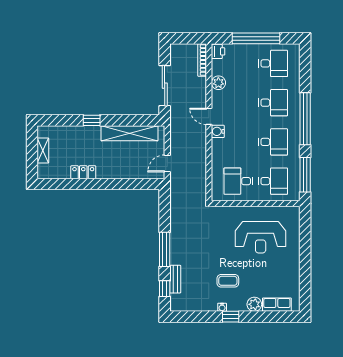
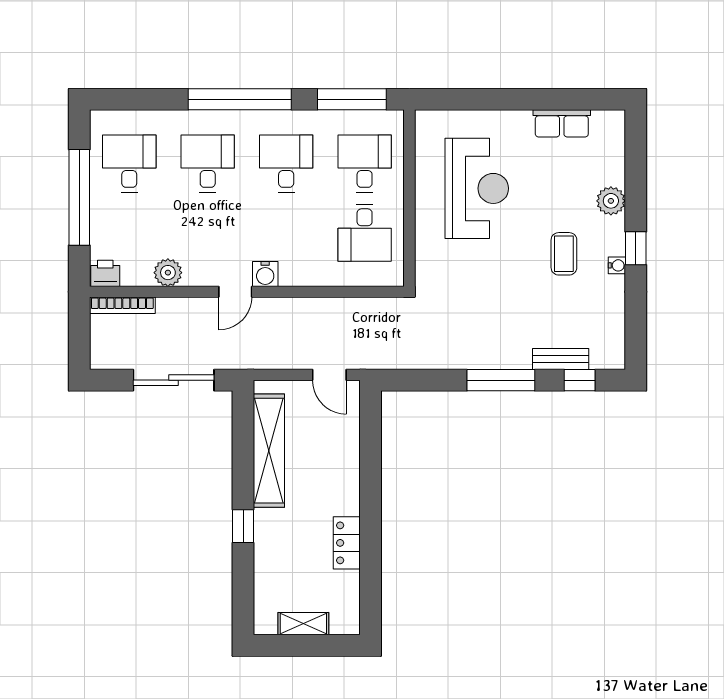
row of seats: (277, 305) -> (562, 123), moved, turned -90

